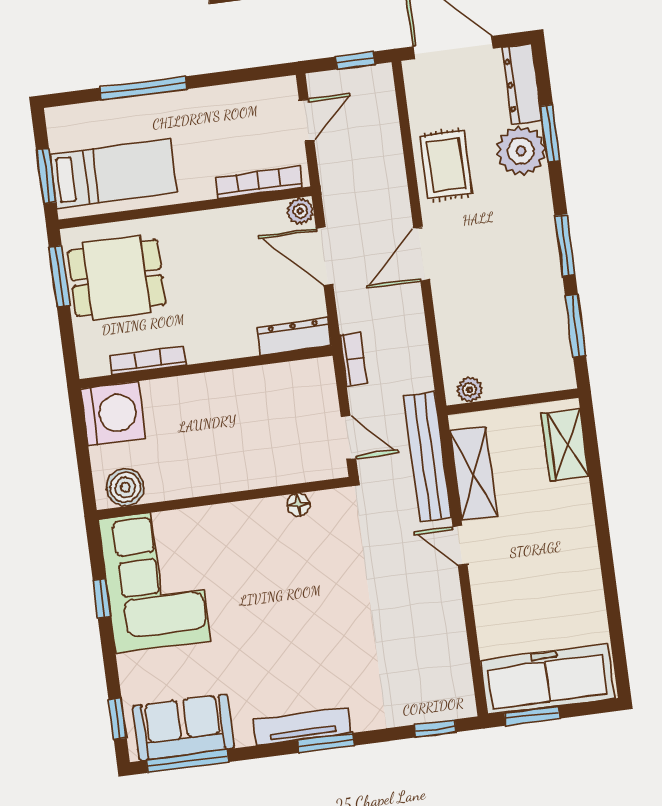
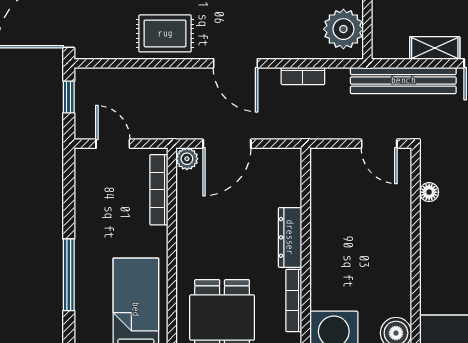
dresser: (294, 337) -> (290, 237), moved
bookcase: (353, 359) -> (303, 76), moved, turned 180
plant: (470, 390) -> (343, 29), width x1.88, depth x1.88
door: (348, 438) -> (379, 144), swing flipped
shelving: (474, 473) -> (435, 48), width x0.67, depth x0.75

